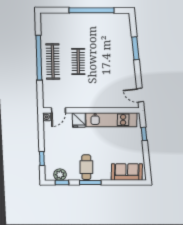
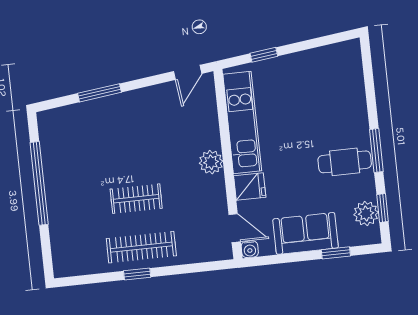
window: (39, 58) -> (137, 274), width x0.32
plant: (93, 102) -> (211, 162), added
sofa: (127, 172) -> (306, 233), moved, turned 90

